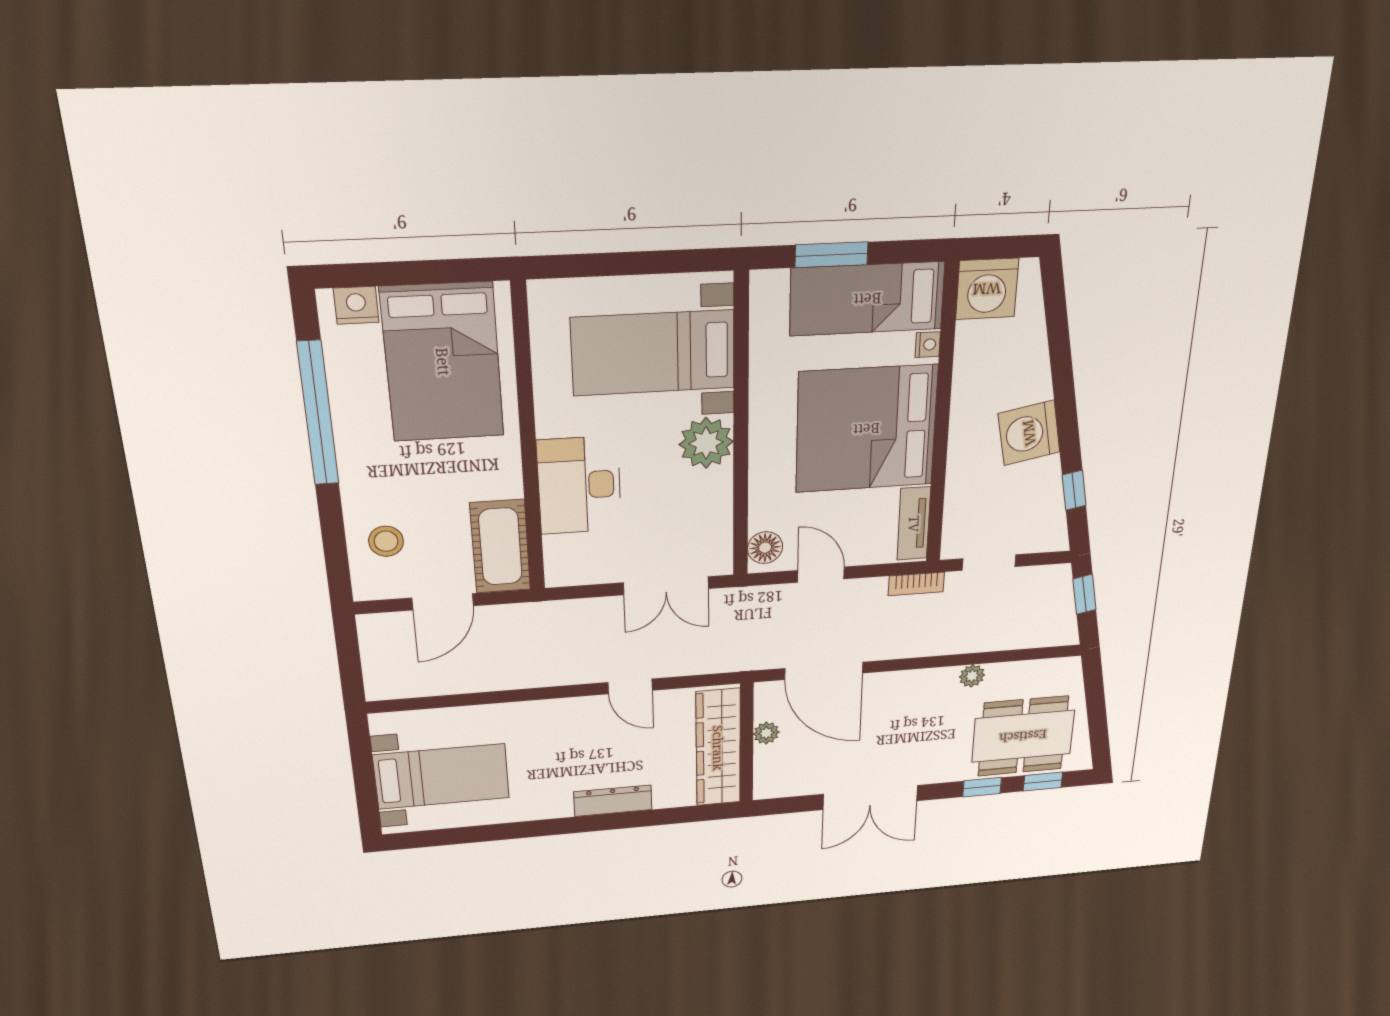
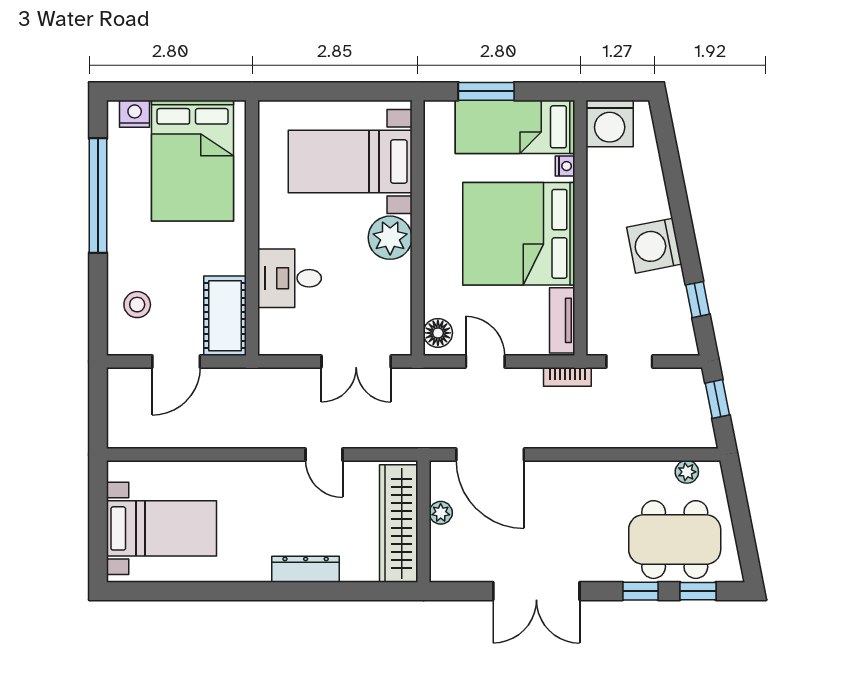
desk: (579, 485) -> (290, 278), width x0.73
plant: (972, 676) -> (687, 472), moved

